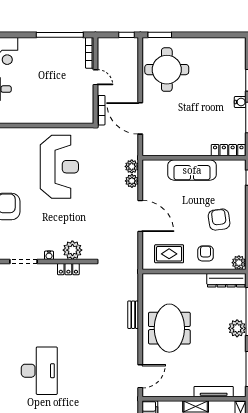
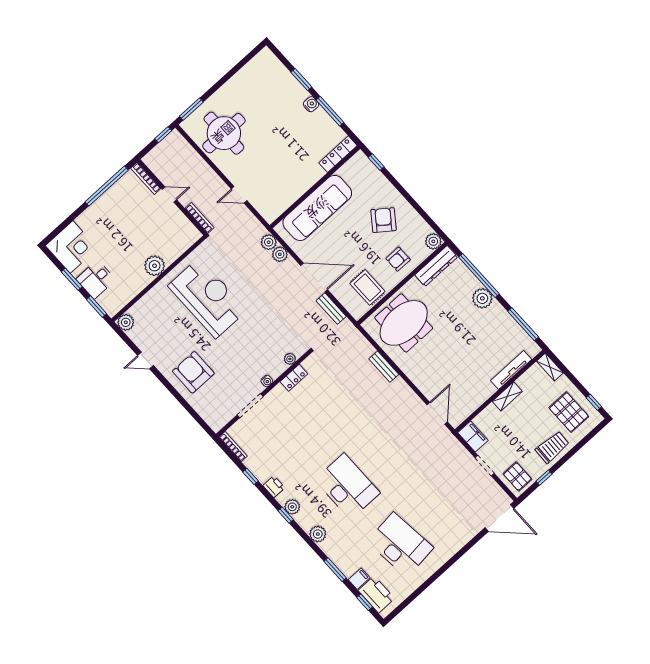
plant: (44, 115) -> (155, 266), added
door: (140, 118) -> (239, 195), width x0.53
sofa: (192, 170) -> (317, 208), width x1.36, depth x1.27
armchair: (219, 220) -> (383, 220), turned 45
bench: (133, 246) -> (331, 309), added
plant: (72, 250) -> (290, 359), width x0.53, depth x0.53
armchair: (206, 253) -> (398, 259), turned -90
rug: (169, 254) -> (367, 287), turned 90
meeting table: (169, 328) -> (404, 323), moved, turned 90

